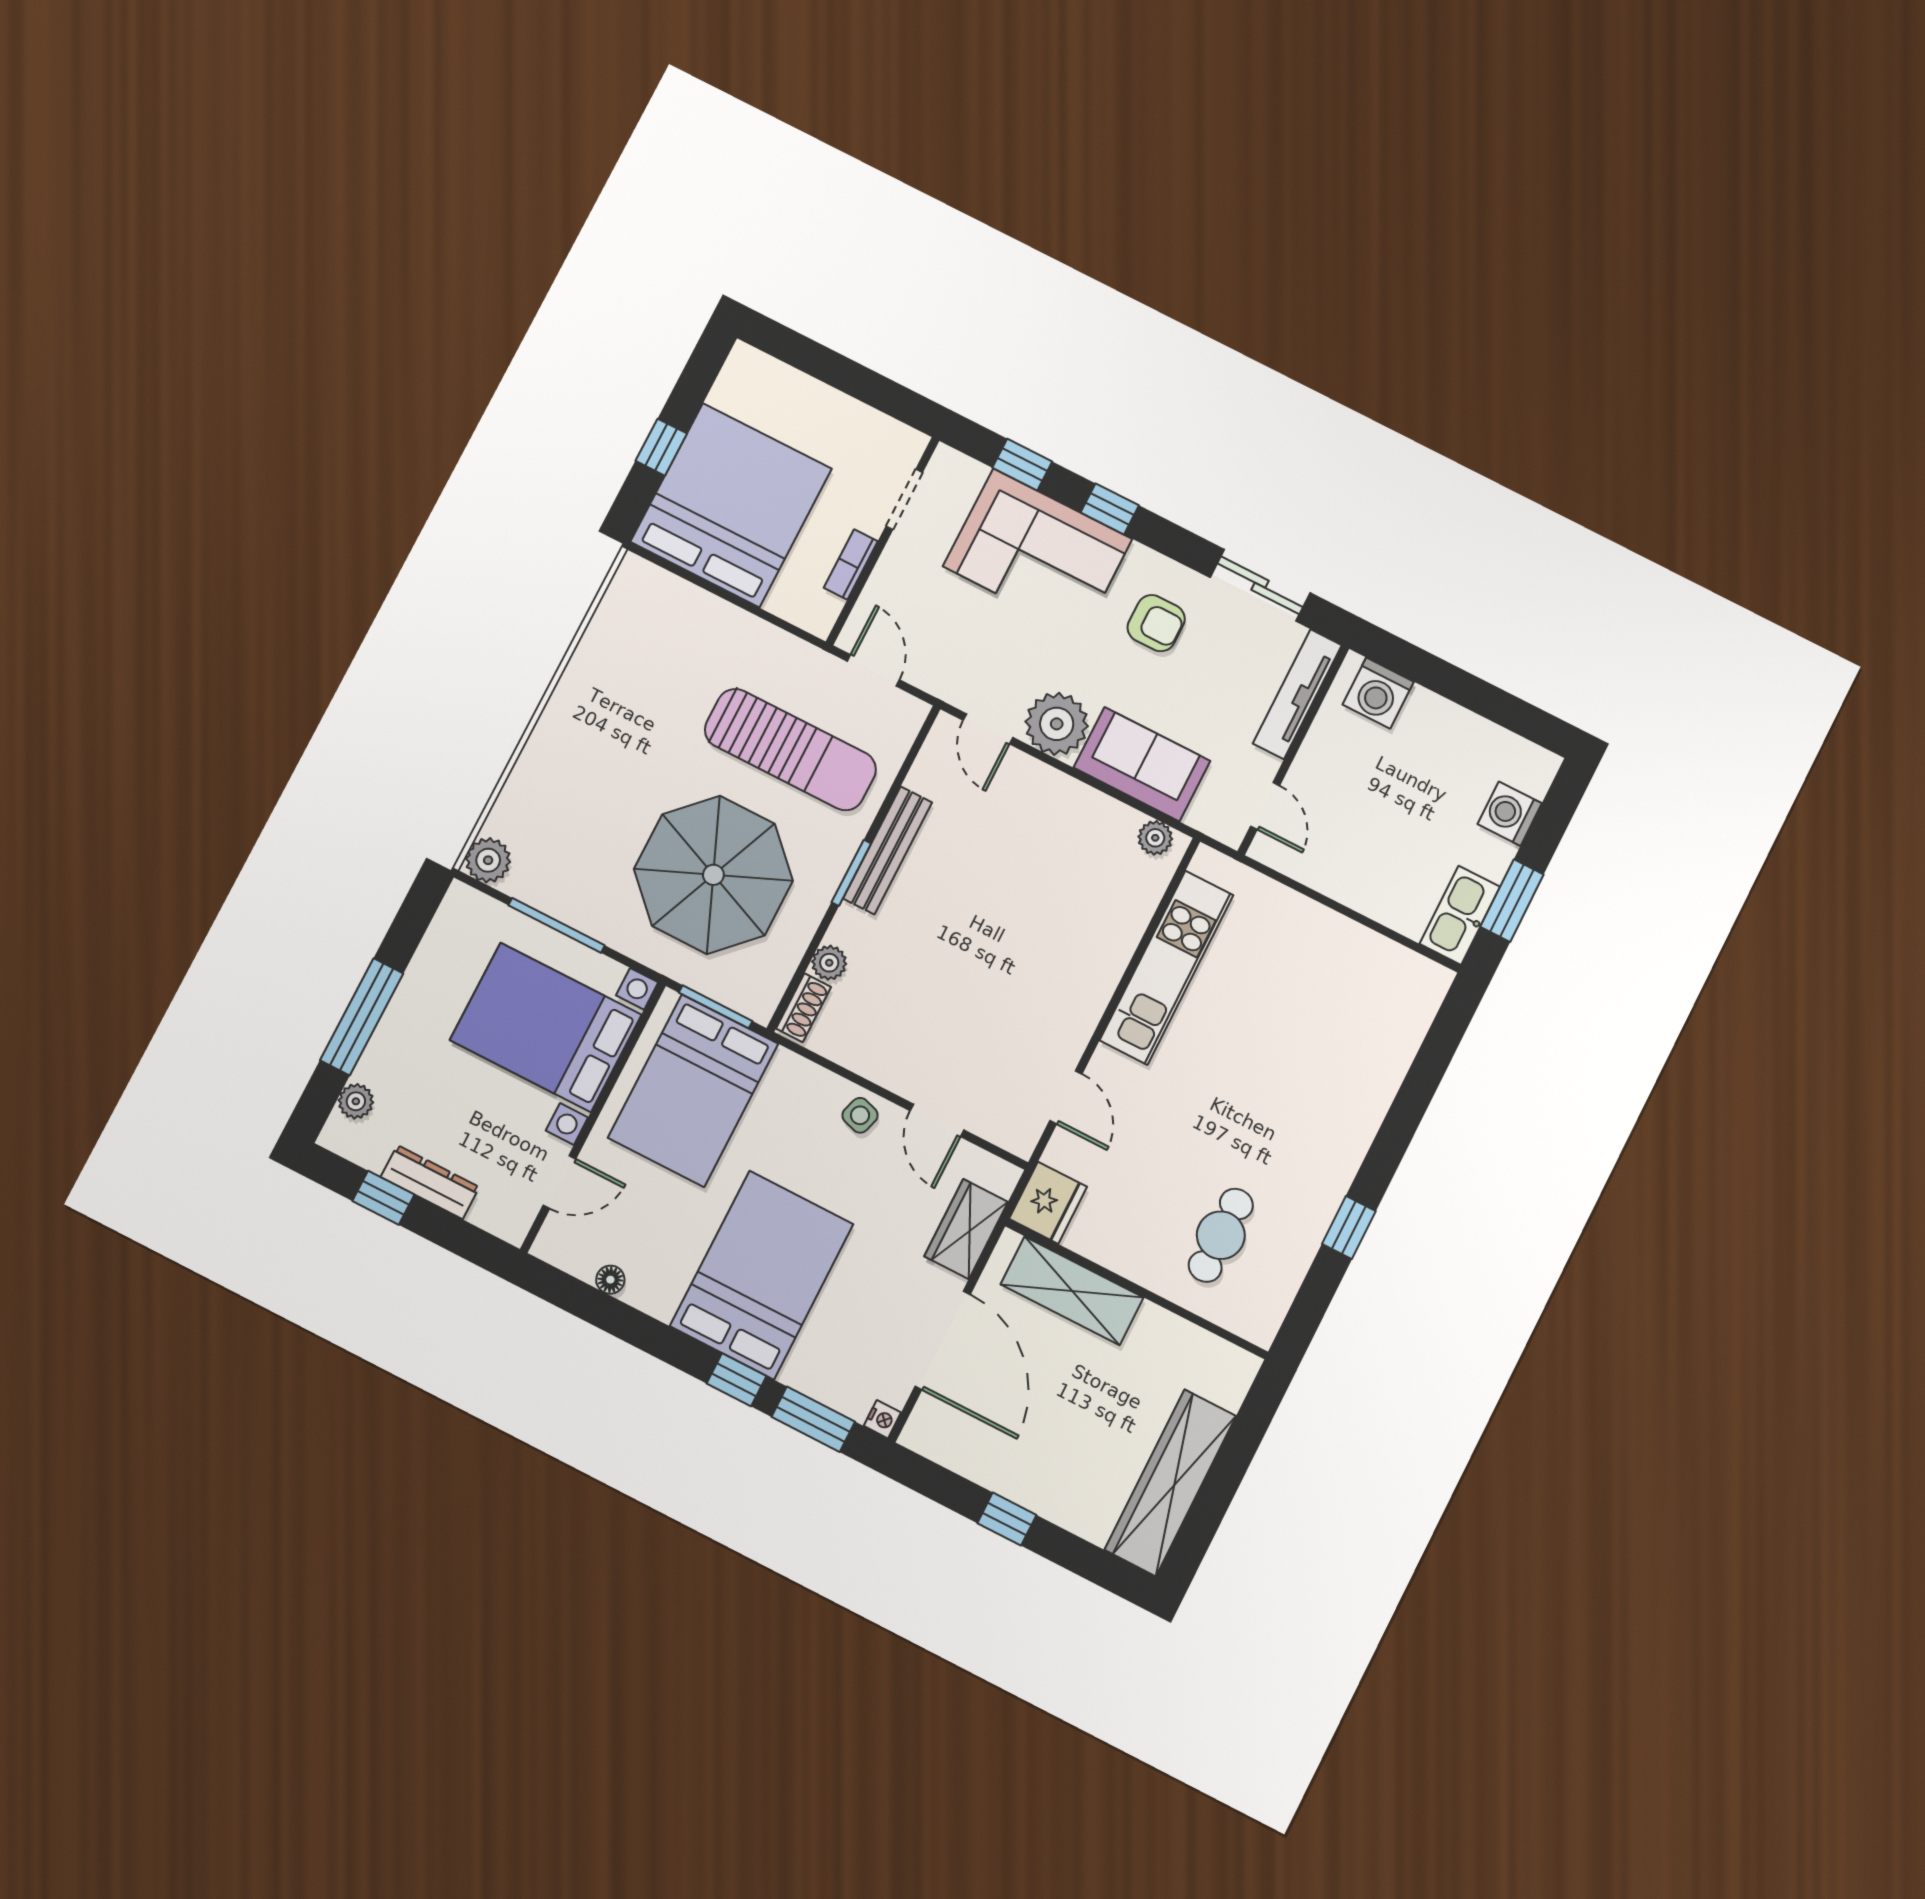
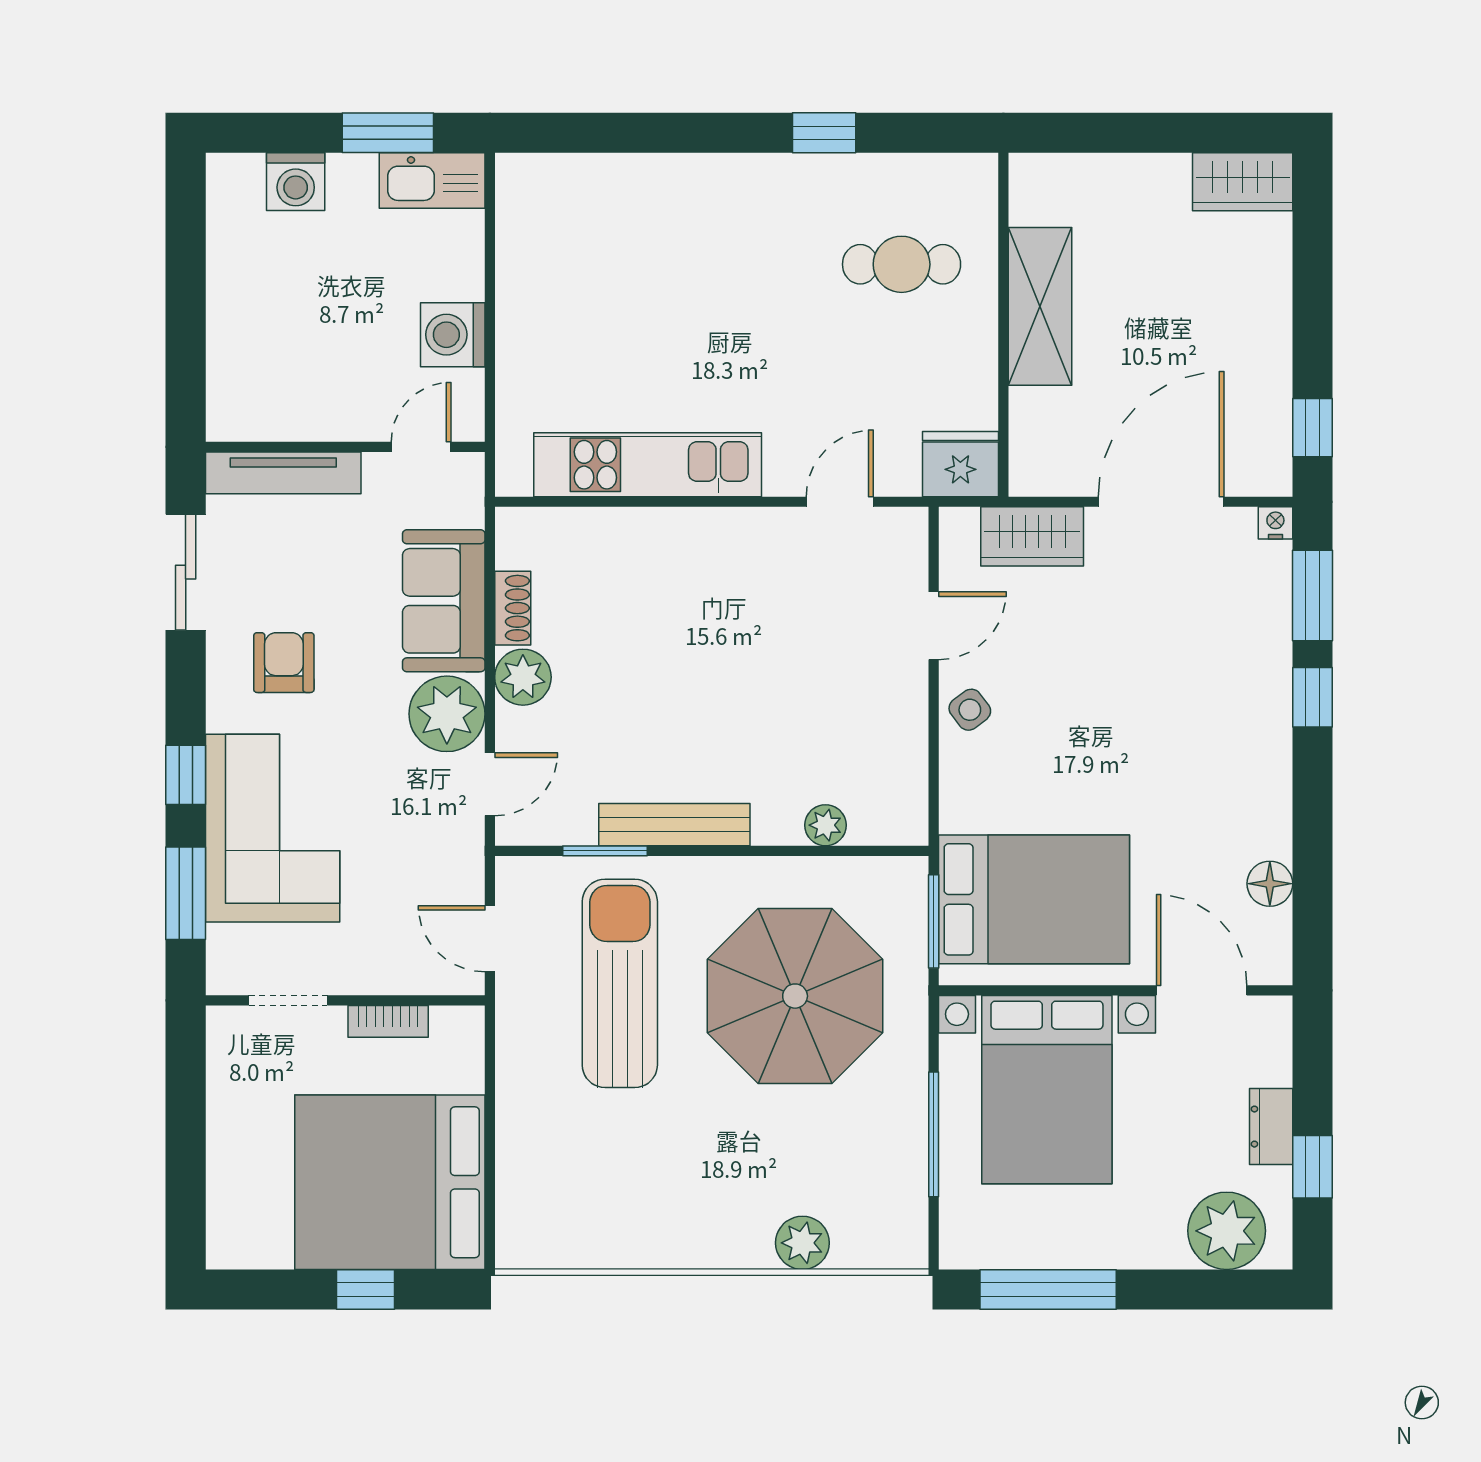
window: (1022, 465) -> (186, 893), width x1.50
door: (873, 670) -> (490, 939), hinge flipped
washing machine: (1378, 693) -> (453, 335), moved, turned 180
plant: (1155, 838) -> (523, 677), moved, width x1.38, depth x1.38
plant: (488, 860) -> (802, 1243), moved
window: (851, 873) -> (605, 851), moved
shoe rack: (804, 1008) -> (513, 608), moved, turned 90
window: (362, 1017) -> (1048, 1290), moved
plant: (356, 1101) -> (1227, 1231), width x1.88, depth x1.88
side table: (860, 1115) -> (970, 710), turned 36
dresser: (430, 1182) -> (1271, 1127), width x0.70
door: (559, 1182) -> (1202, 990), width x1.38
bed: (762, 1275) -> (1190, 727), removed
floor lamp: (610, 1280) -> (1270, 884), width x1.37, depth x1.37
shelving: (1072, 1291) -> (1040, 306), moved
wardrobe: (1170, 1483) -> (1243, 182), width x0.48, depth x0.85
window: (1007, 1519) -> (1312, 428), moved

